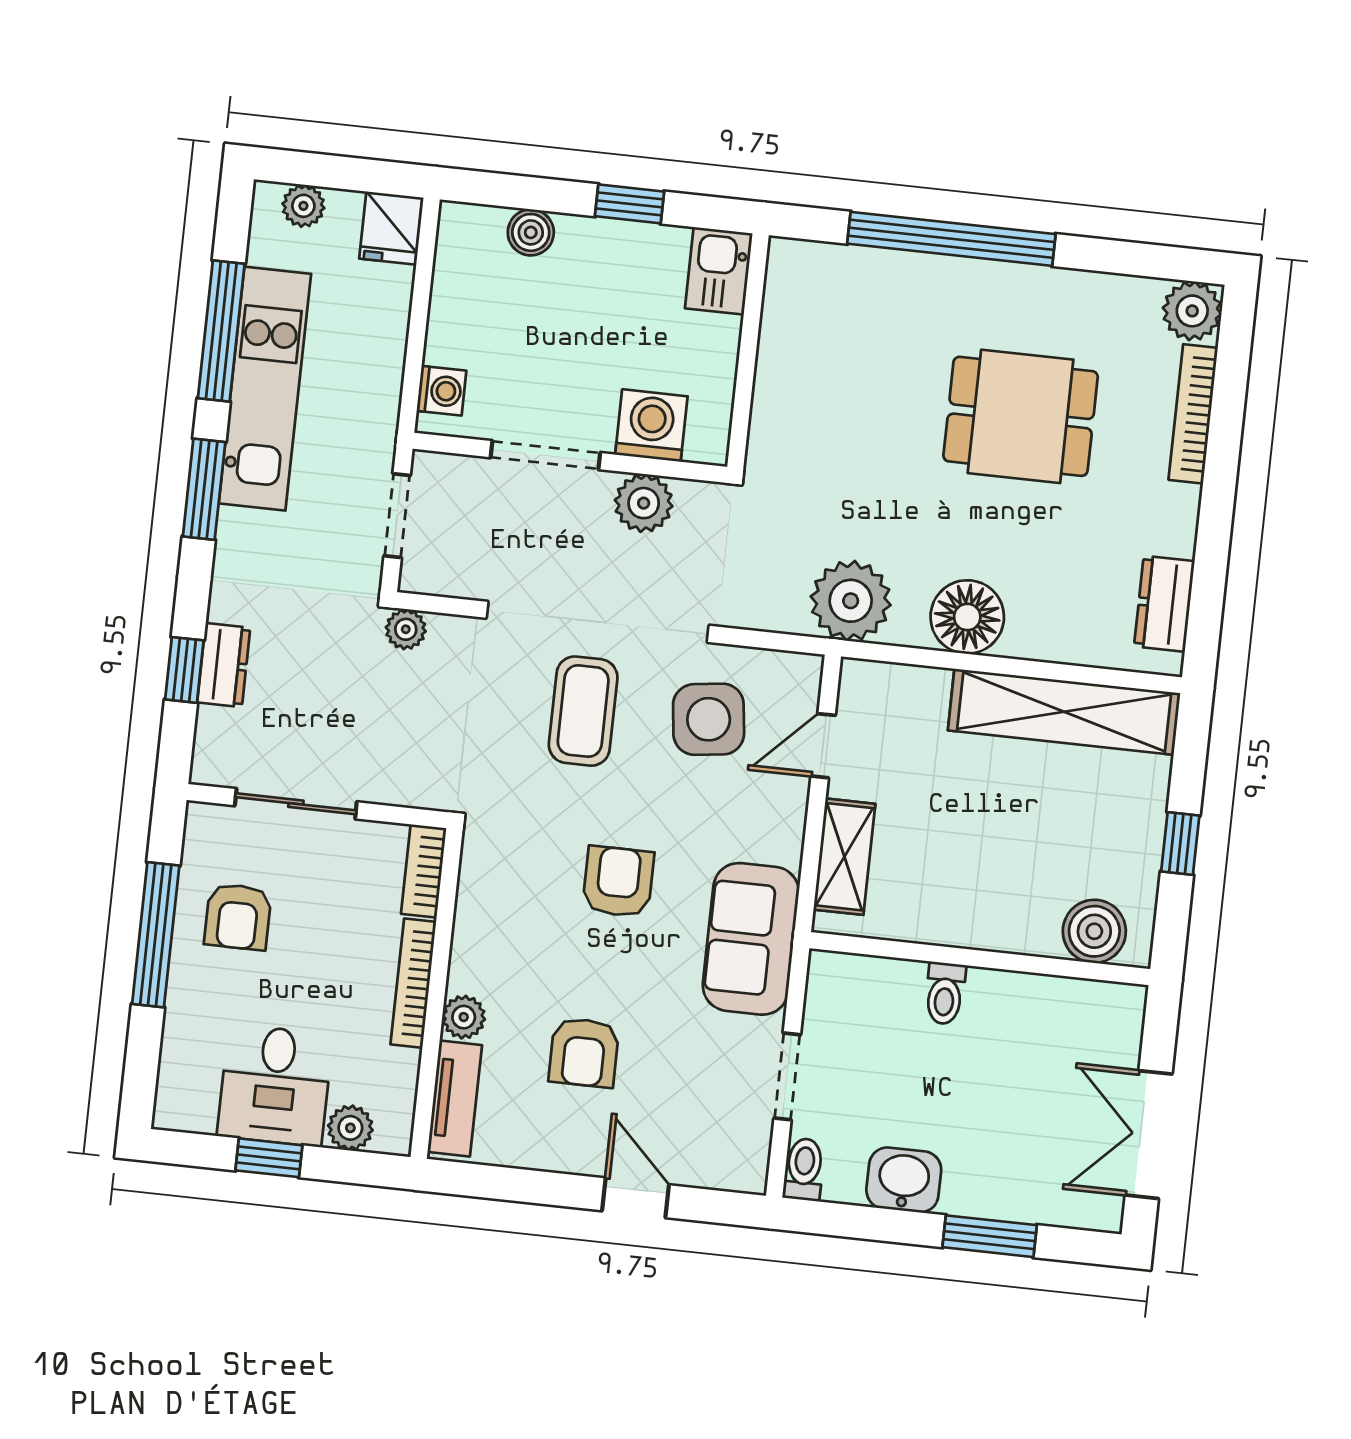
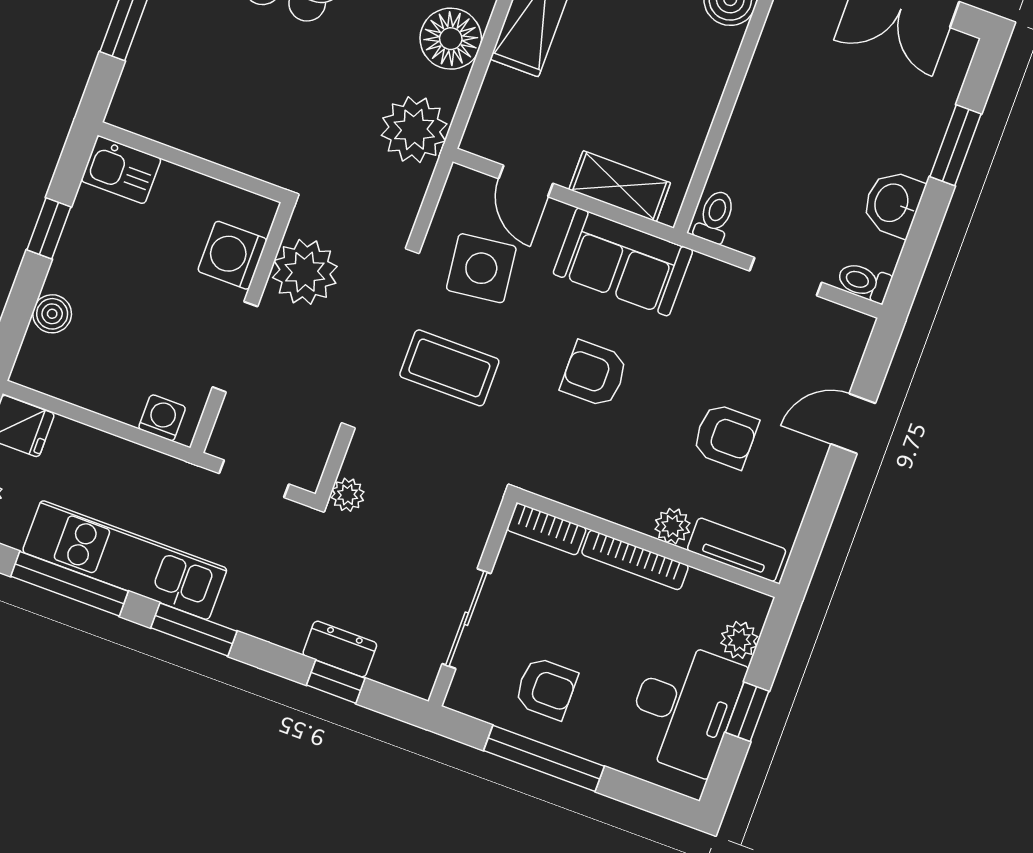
plant: (644, 503) -> (305, 272), width x1.36, depth x1.36
sofa: (751, 939) -> (623, 262), moved
toilet: (945, 993) -> (715, 217), moved, turned -90
desk: (275, 1085) -> (684, 708), width x1.37

